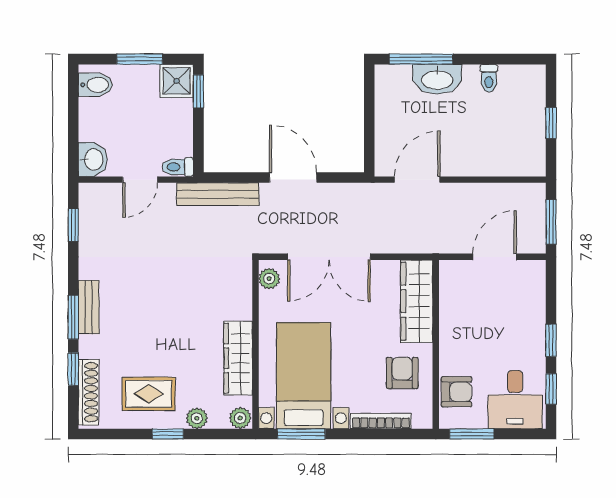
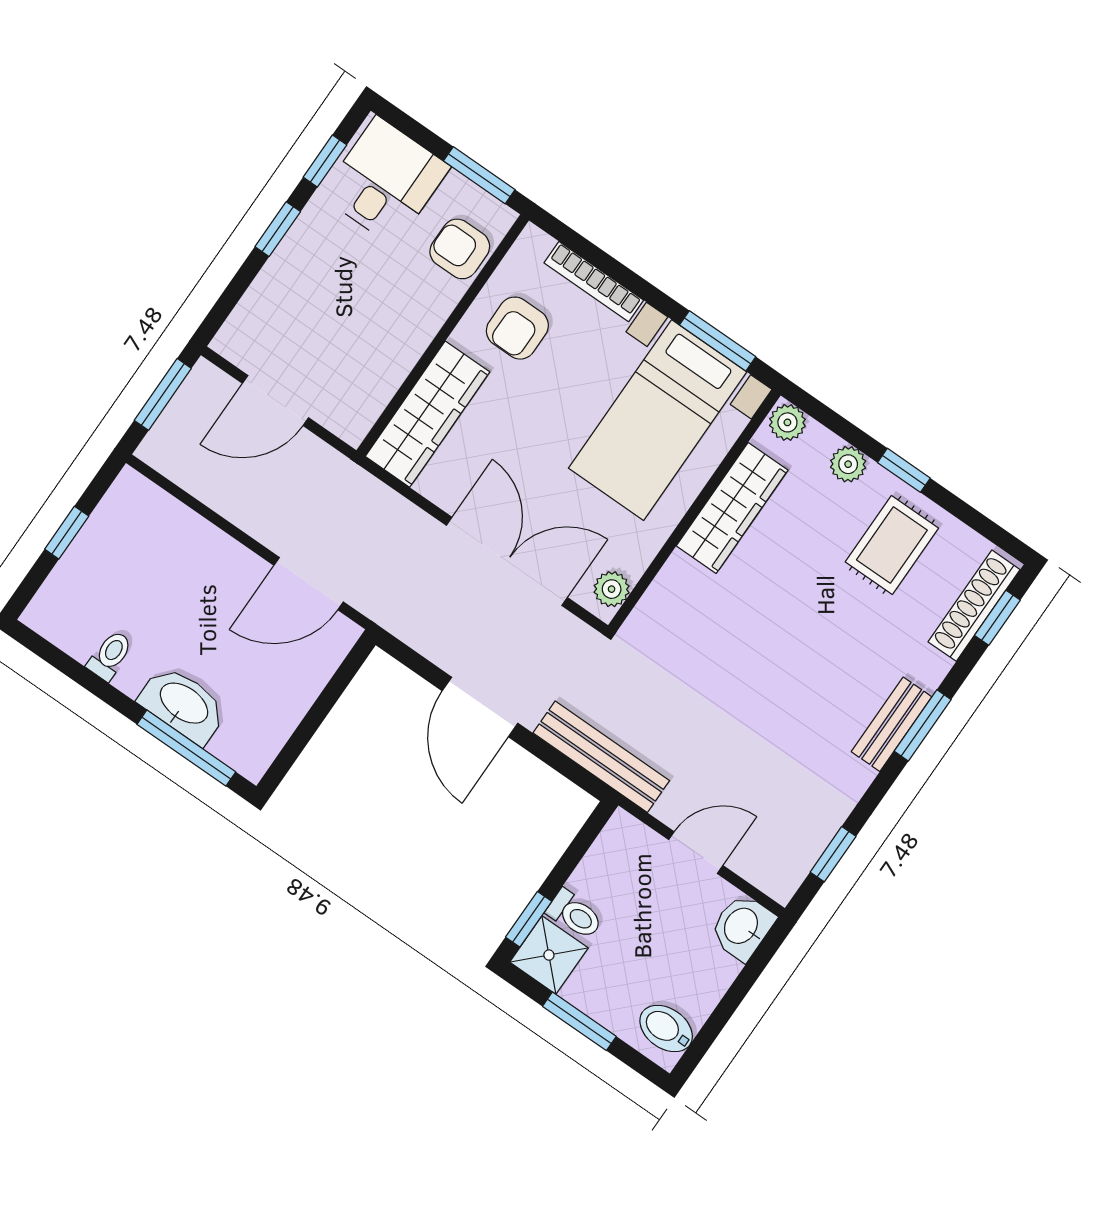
toilet: (178, 167) -> (575, 915), moved
window: (73, 369) -> (997, 618), moved
rug: (149, 394) -> (892, 545), turned 90

